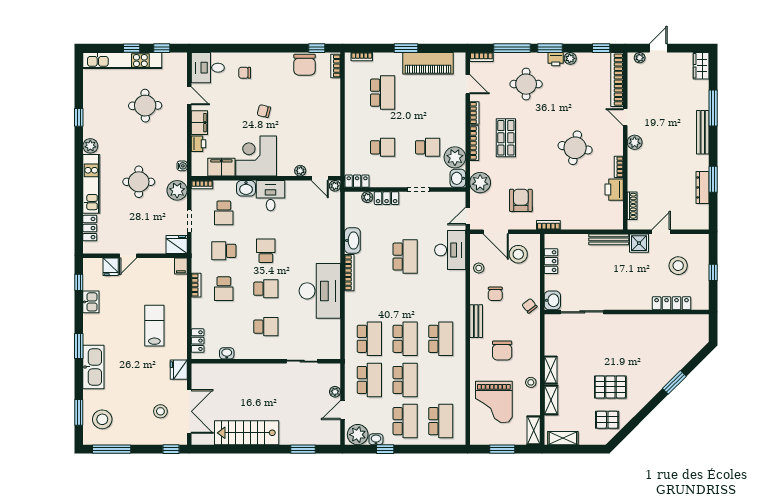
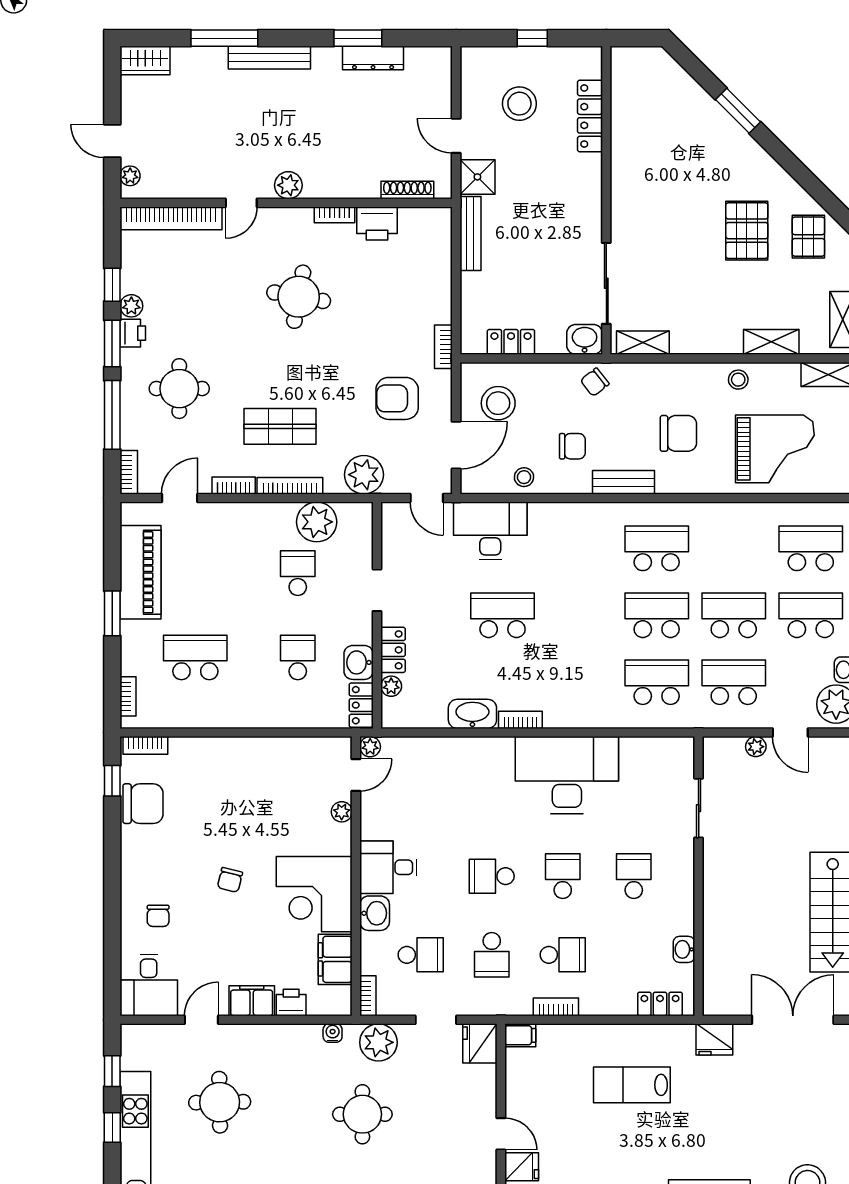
window: (601, 48) -> (112, 285), moved
washbasin: (458, 178) -> (359, 662), moved, turned 90
bookcase: (349, 273) -> (520, 720), width x0.64
shelving: (551, 370) -> (643, 343), moved
stool: (160, 411) -> (792, 1074), removed

